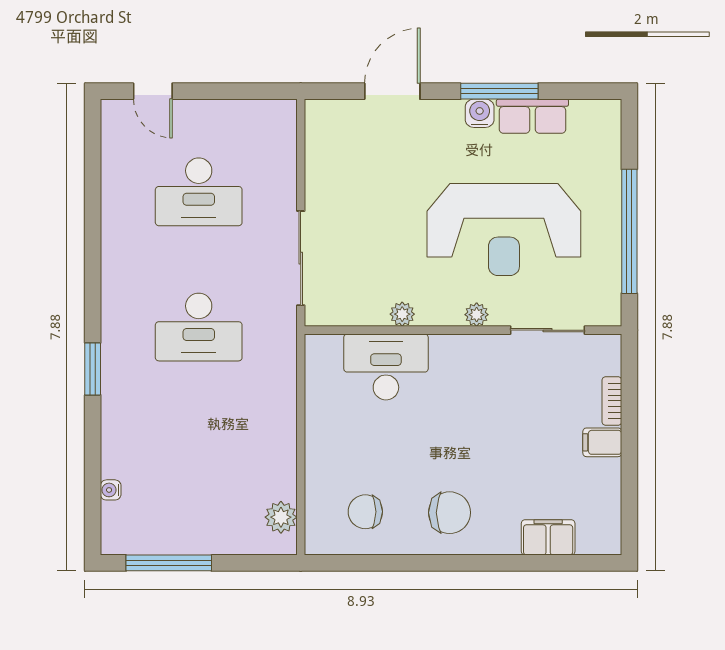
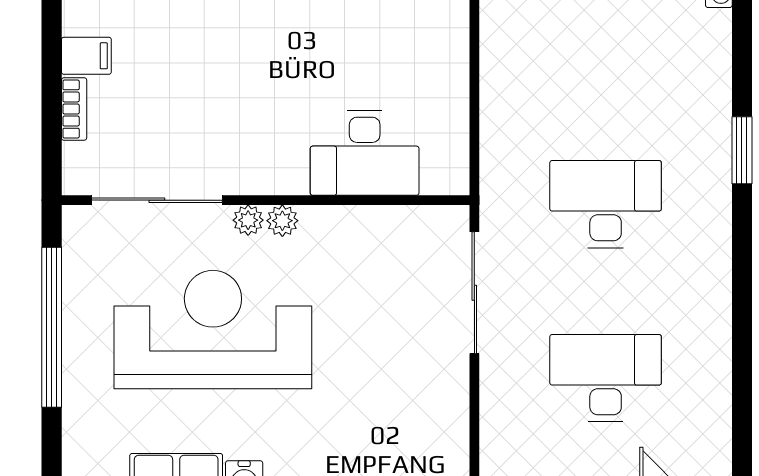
plant: (402, 314) -> (282, 221), moved
sliding door: (547, 330) -> (157, 200), width x1.37

